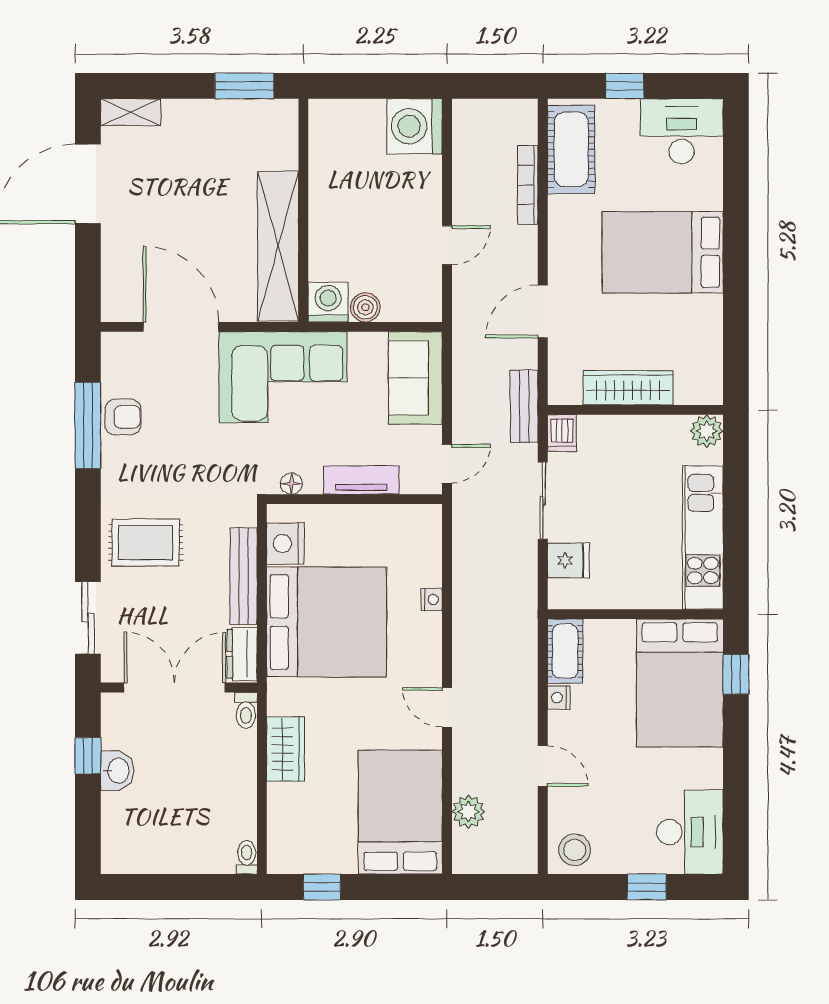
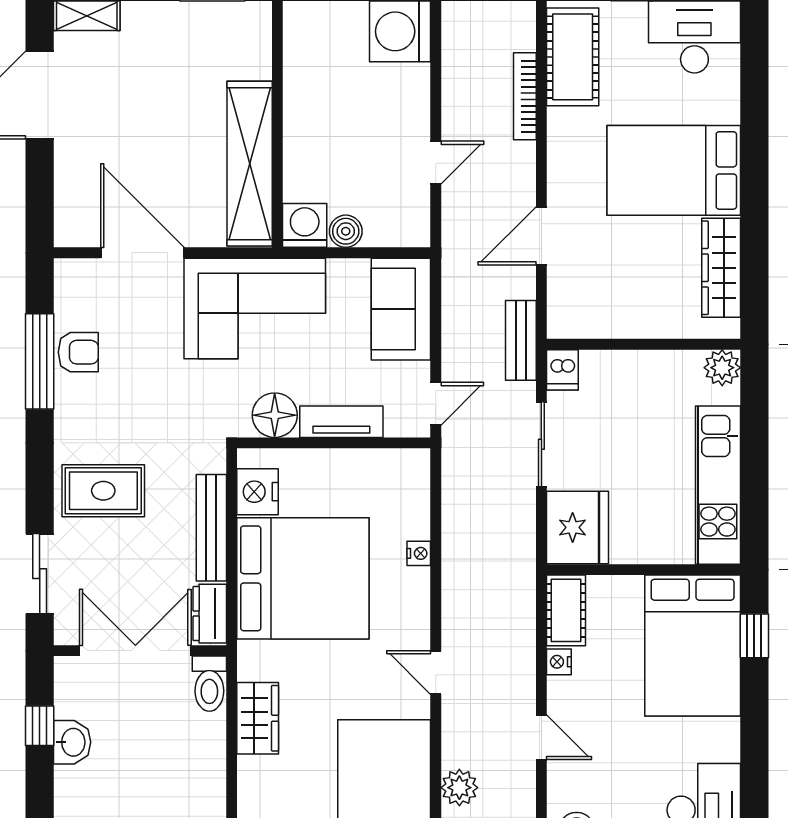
wardrobe: (628, 388) -> (721, 268), moved, turned -90
floor lamp: (291, 484) -> (275, 415), width x1.89, depth x1.89
fridge: (568, 560) -> (577, 527), width x1.88, depth x1.34
toilet: (246, 710) -> (209, 684), width x1.37, depth x1.39

